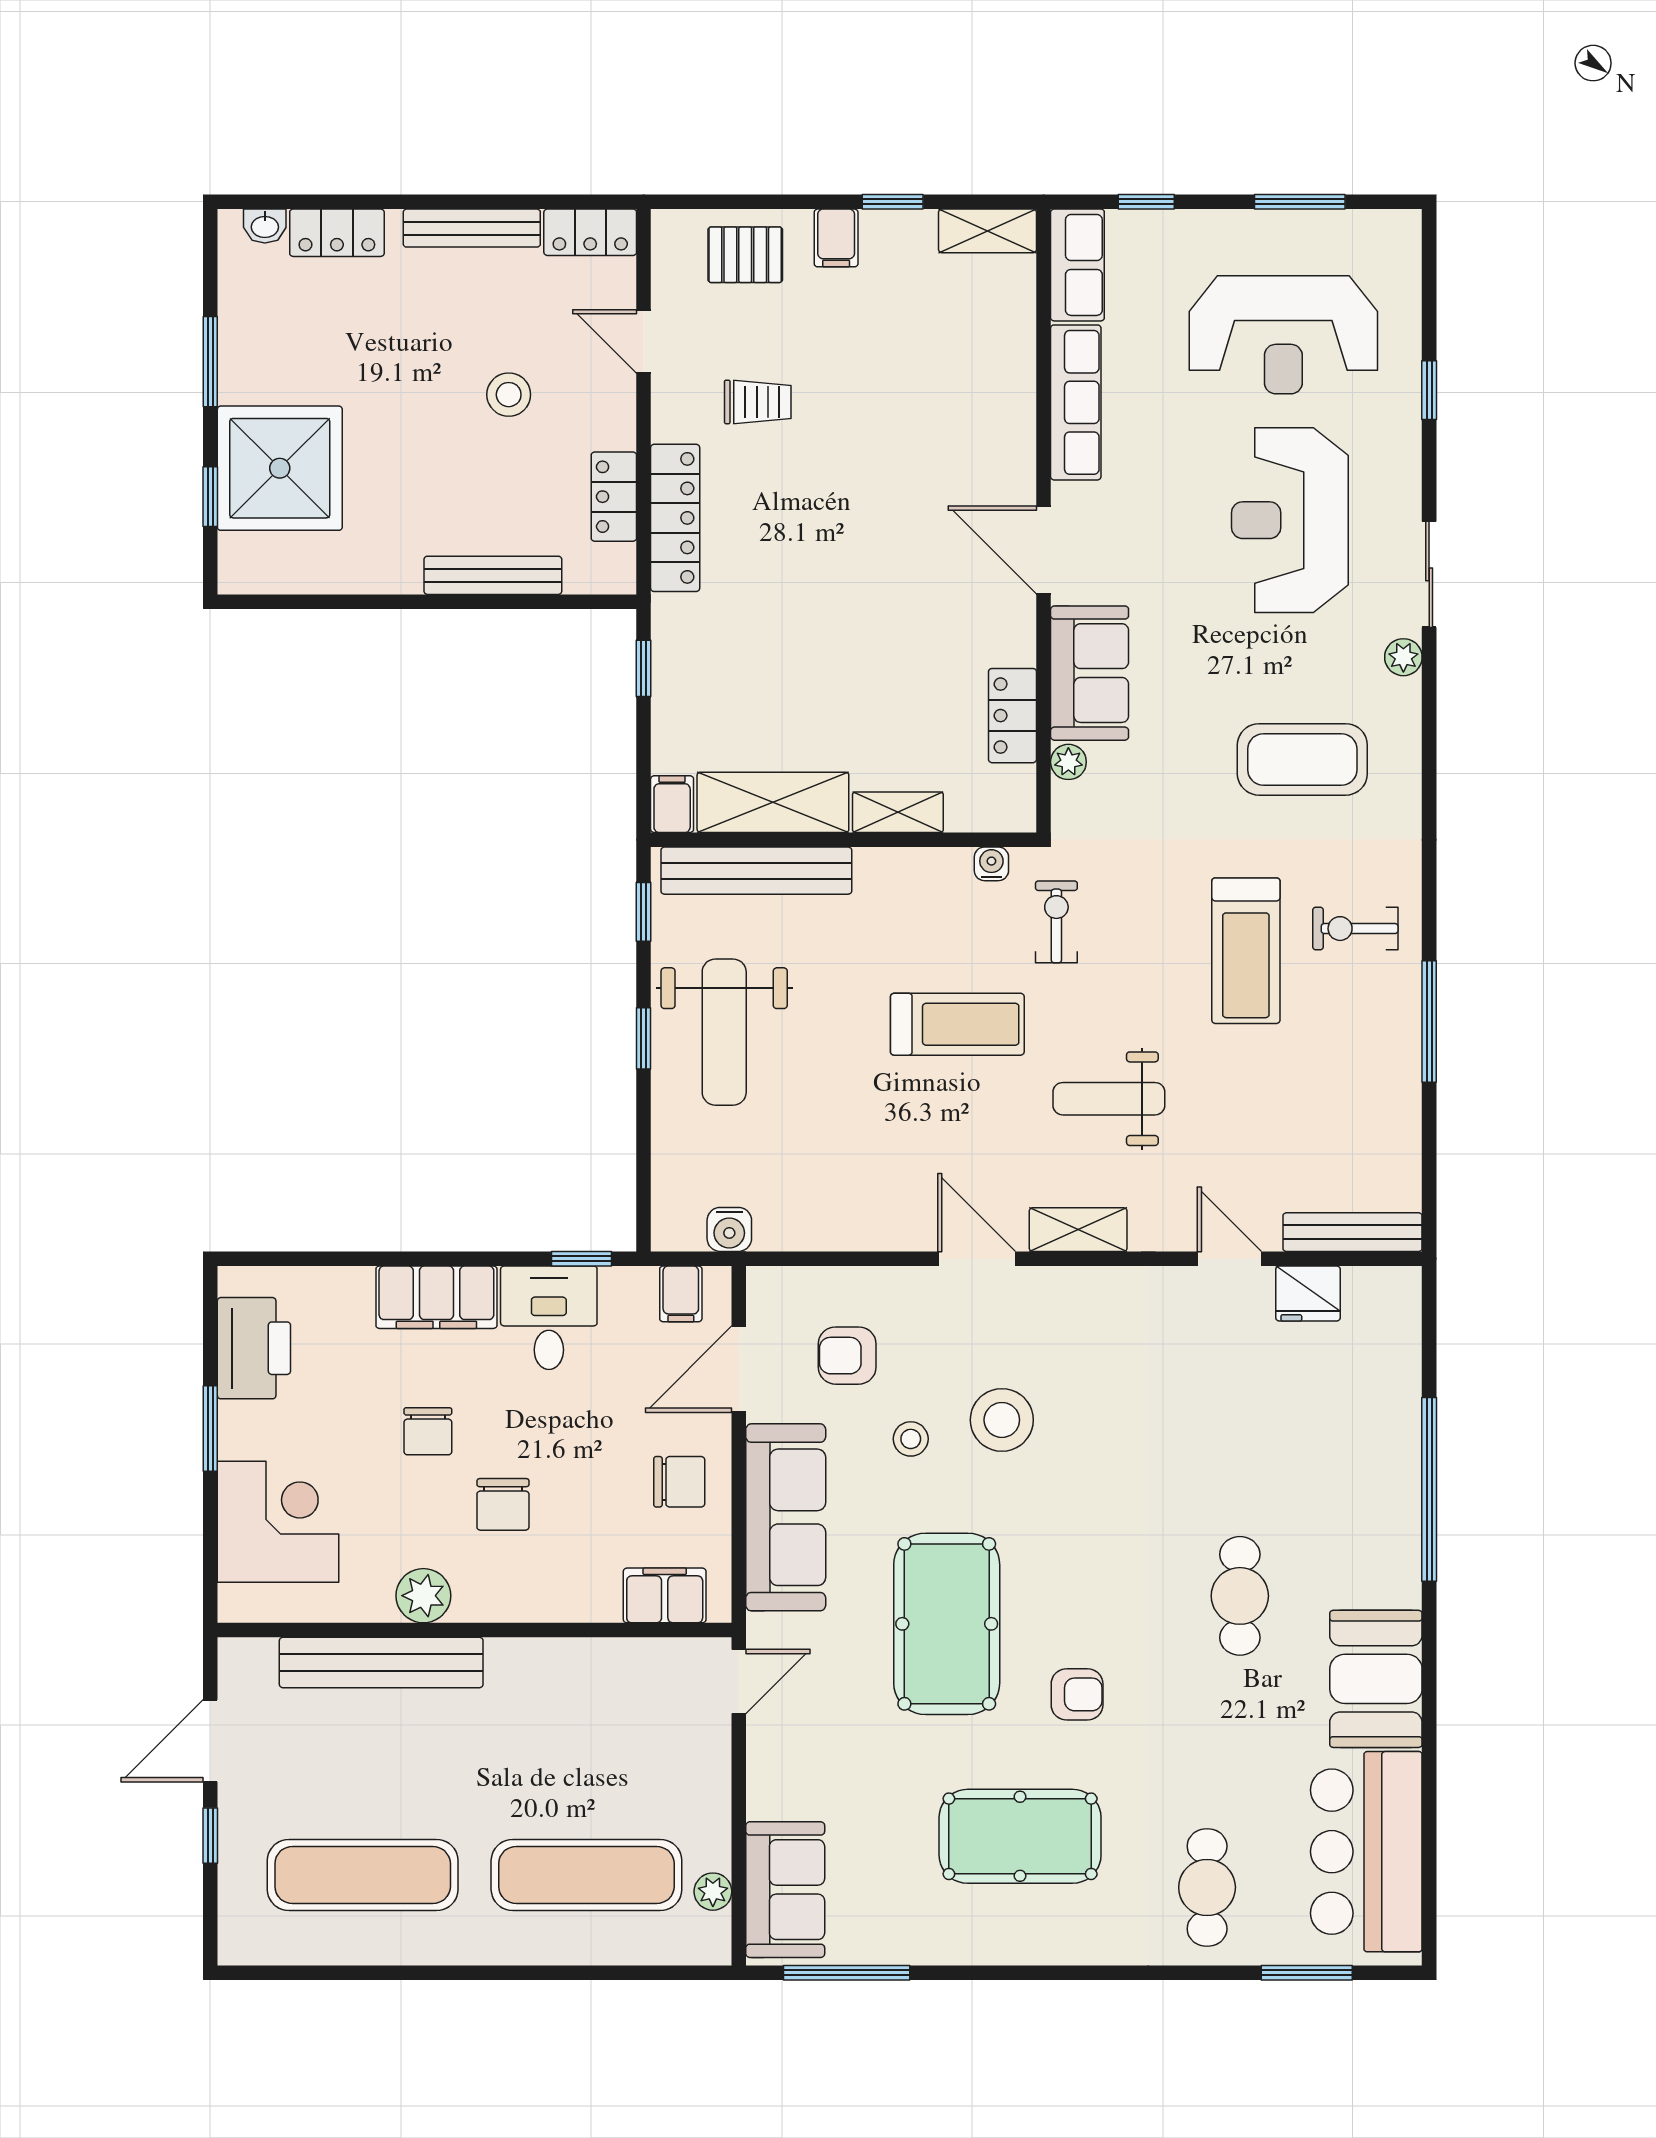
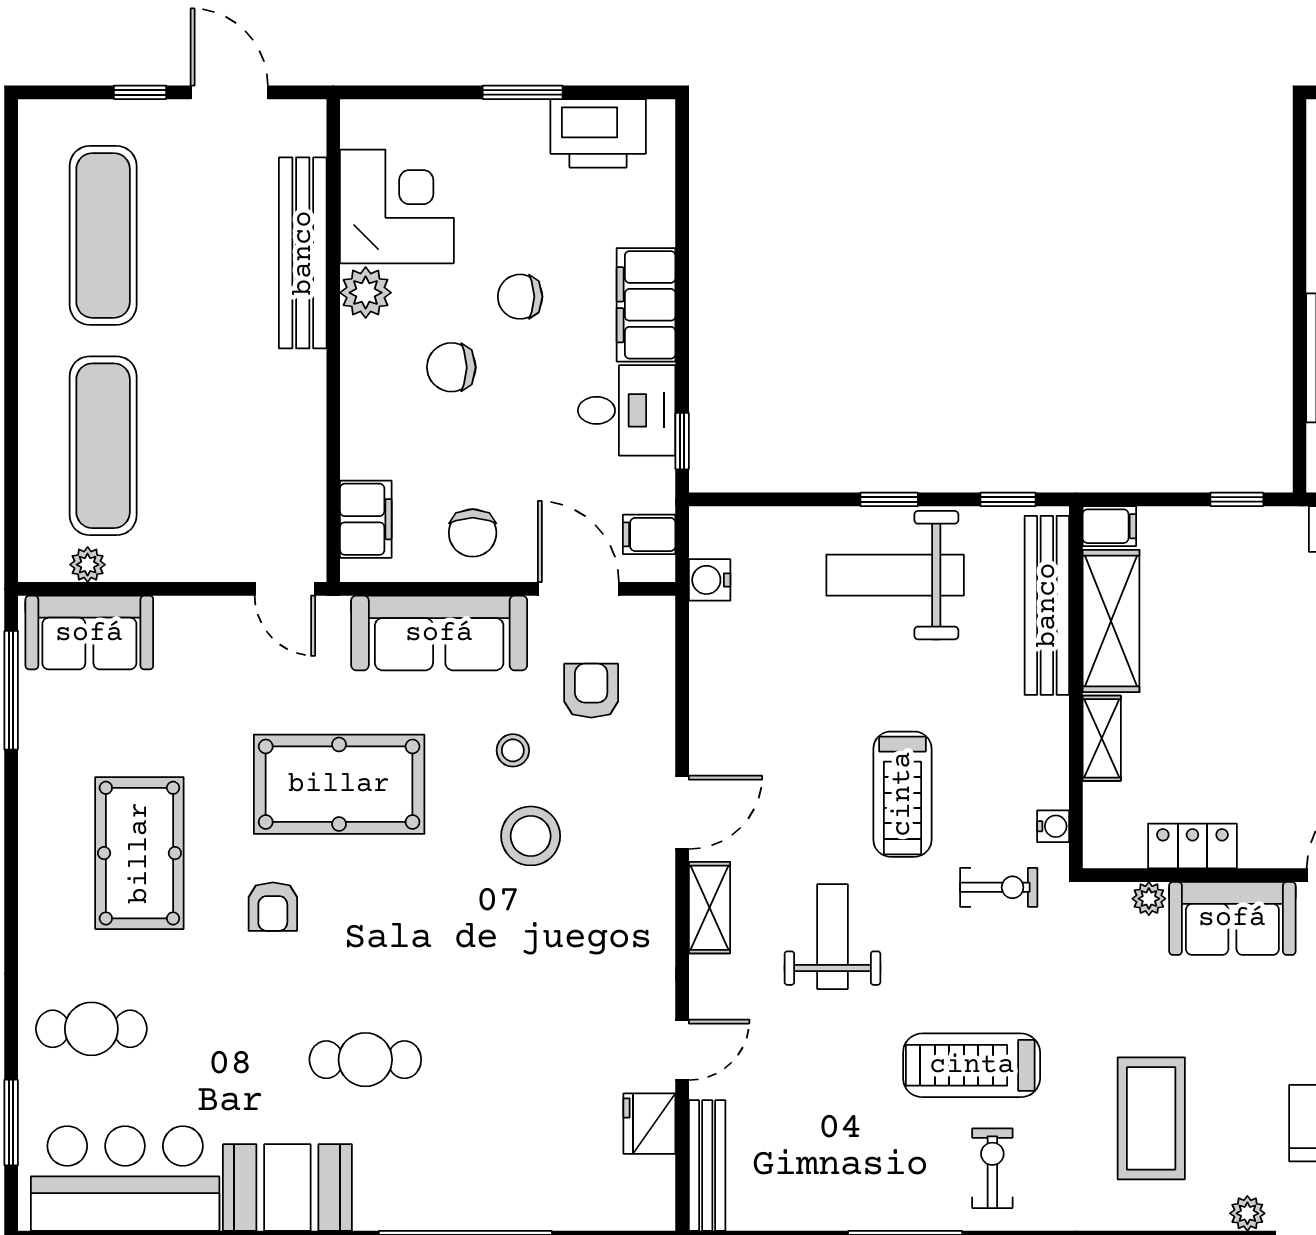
corner desk: (278, 1522) -> (397, 206), moved, turned -90

